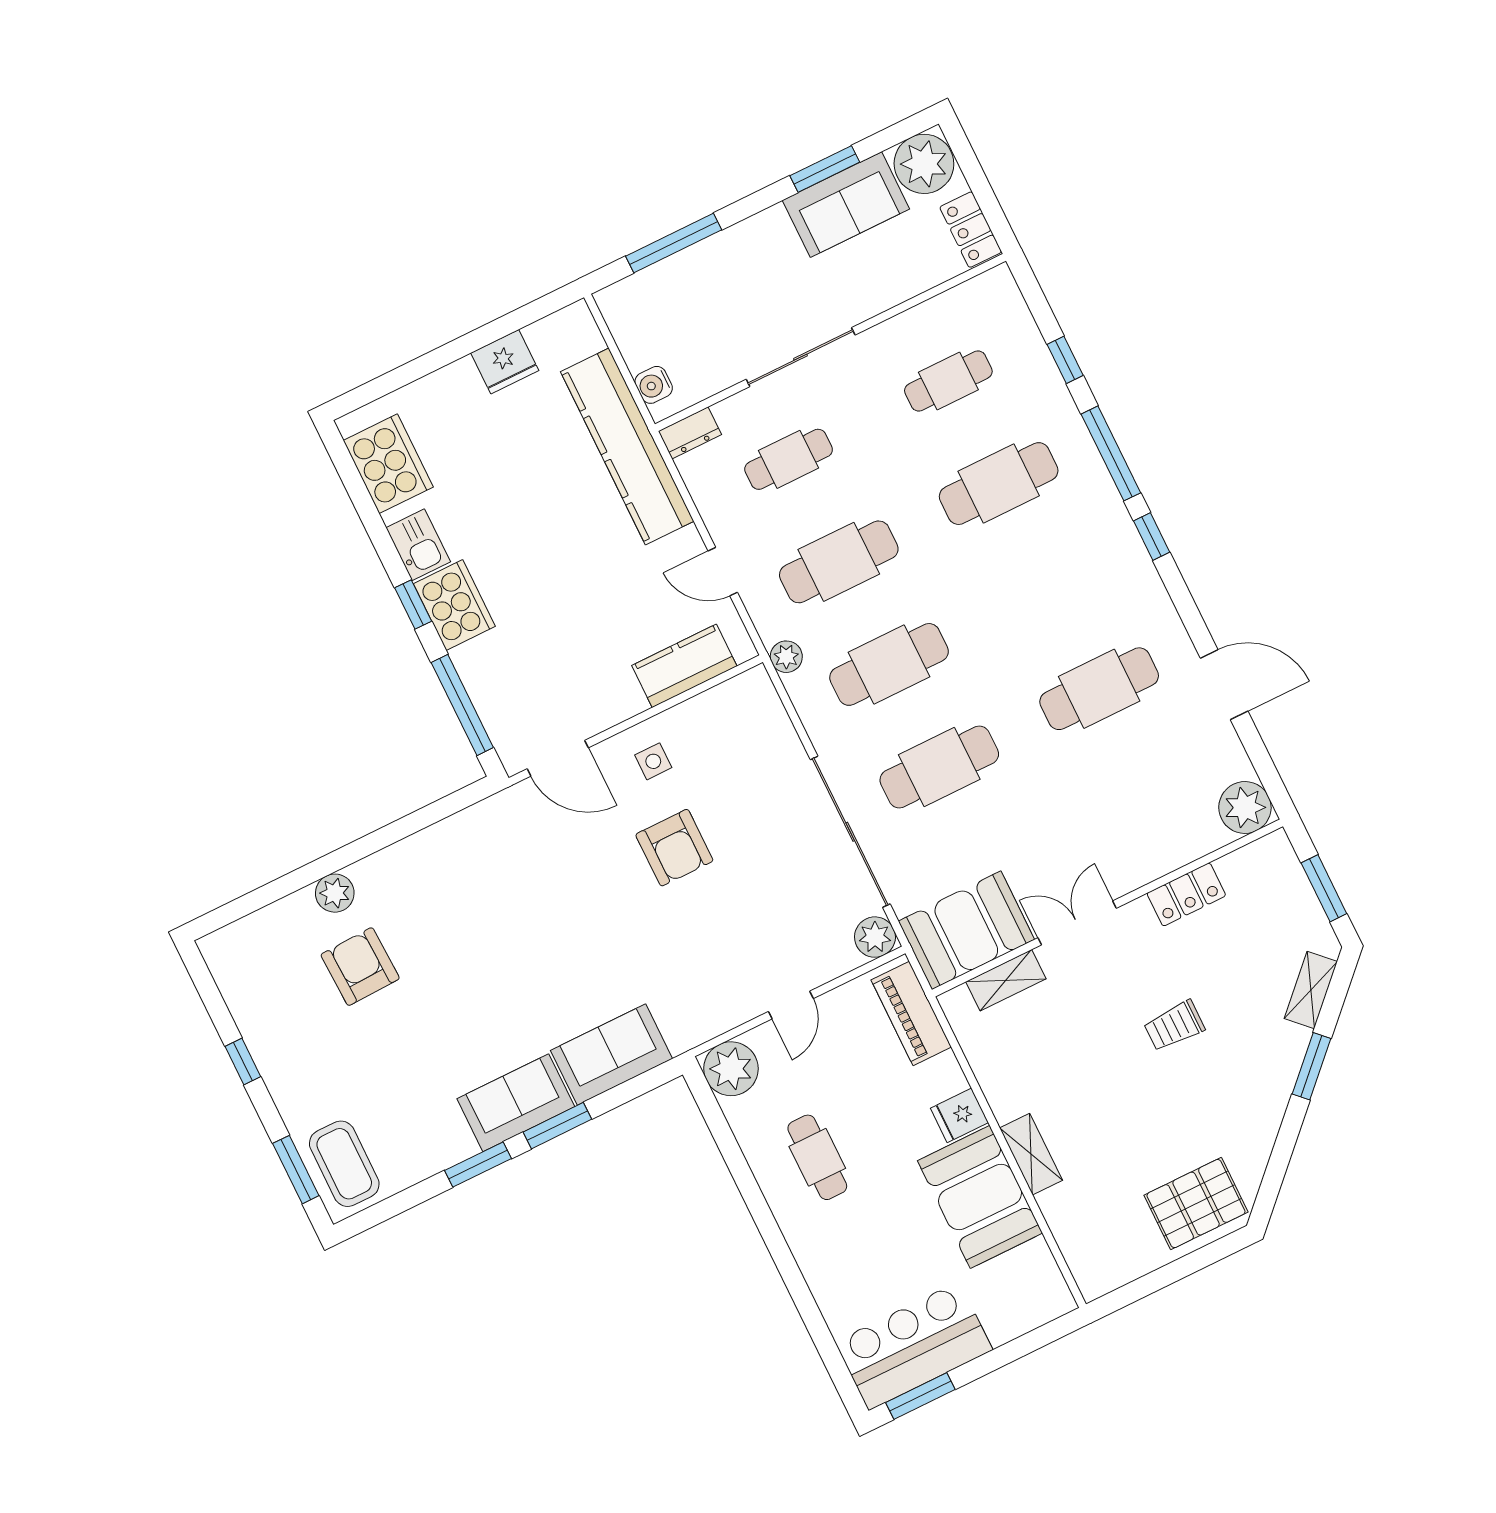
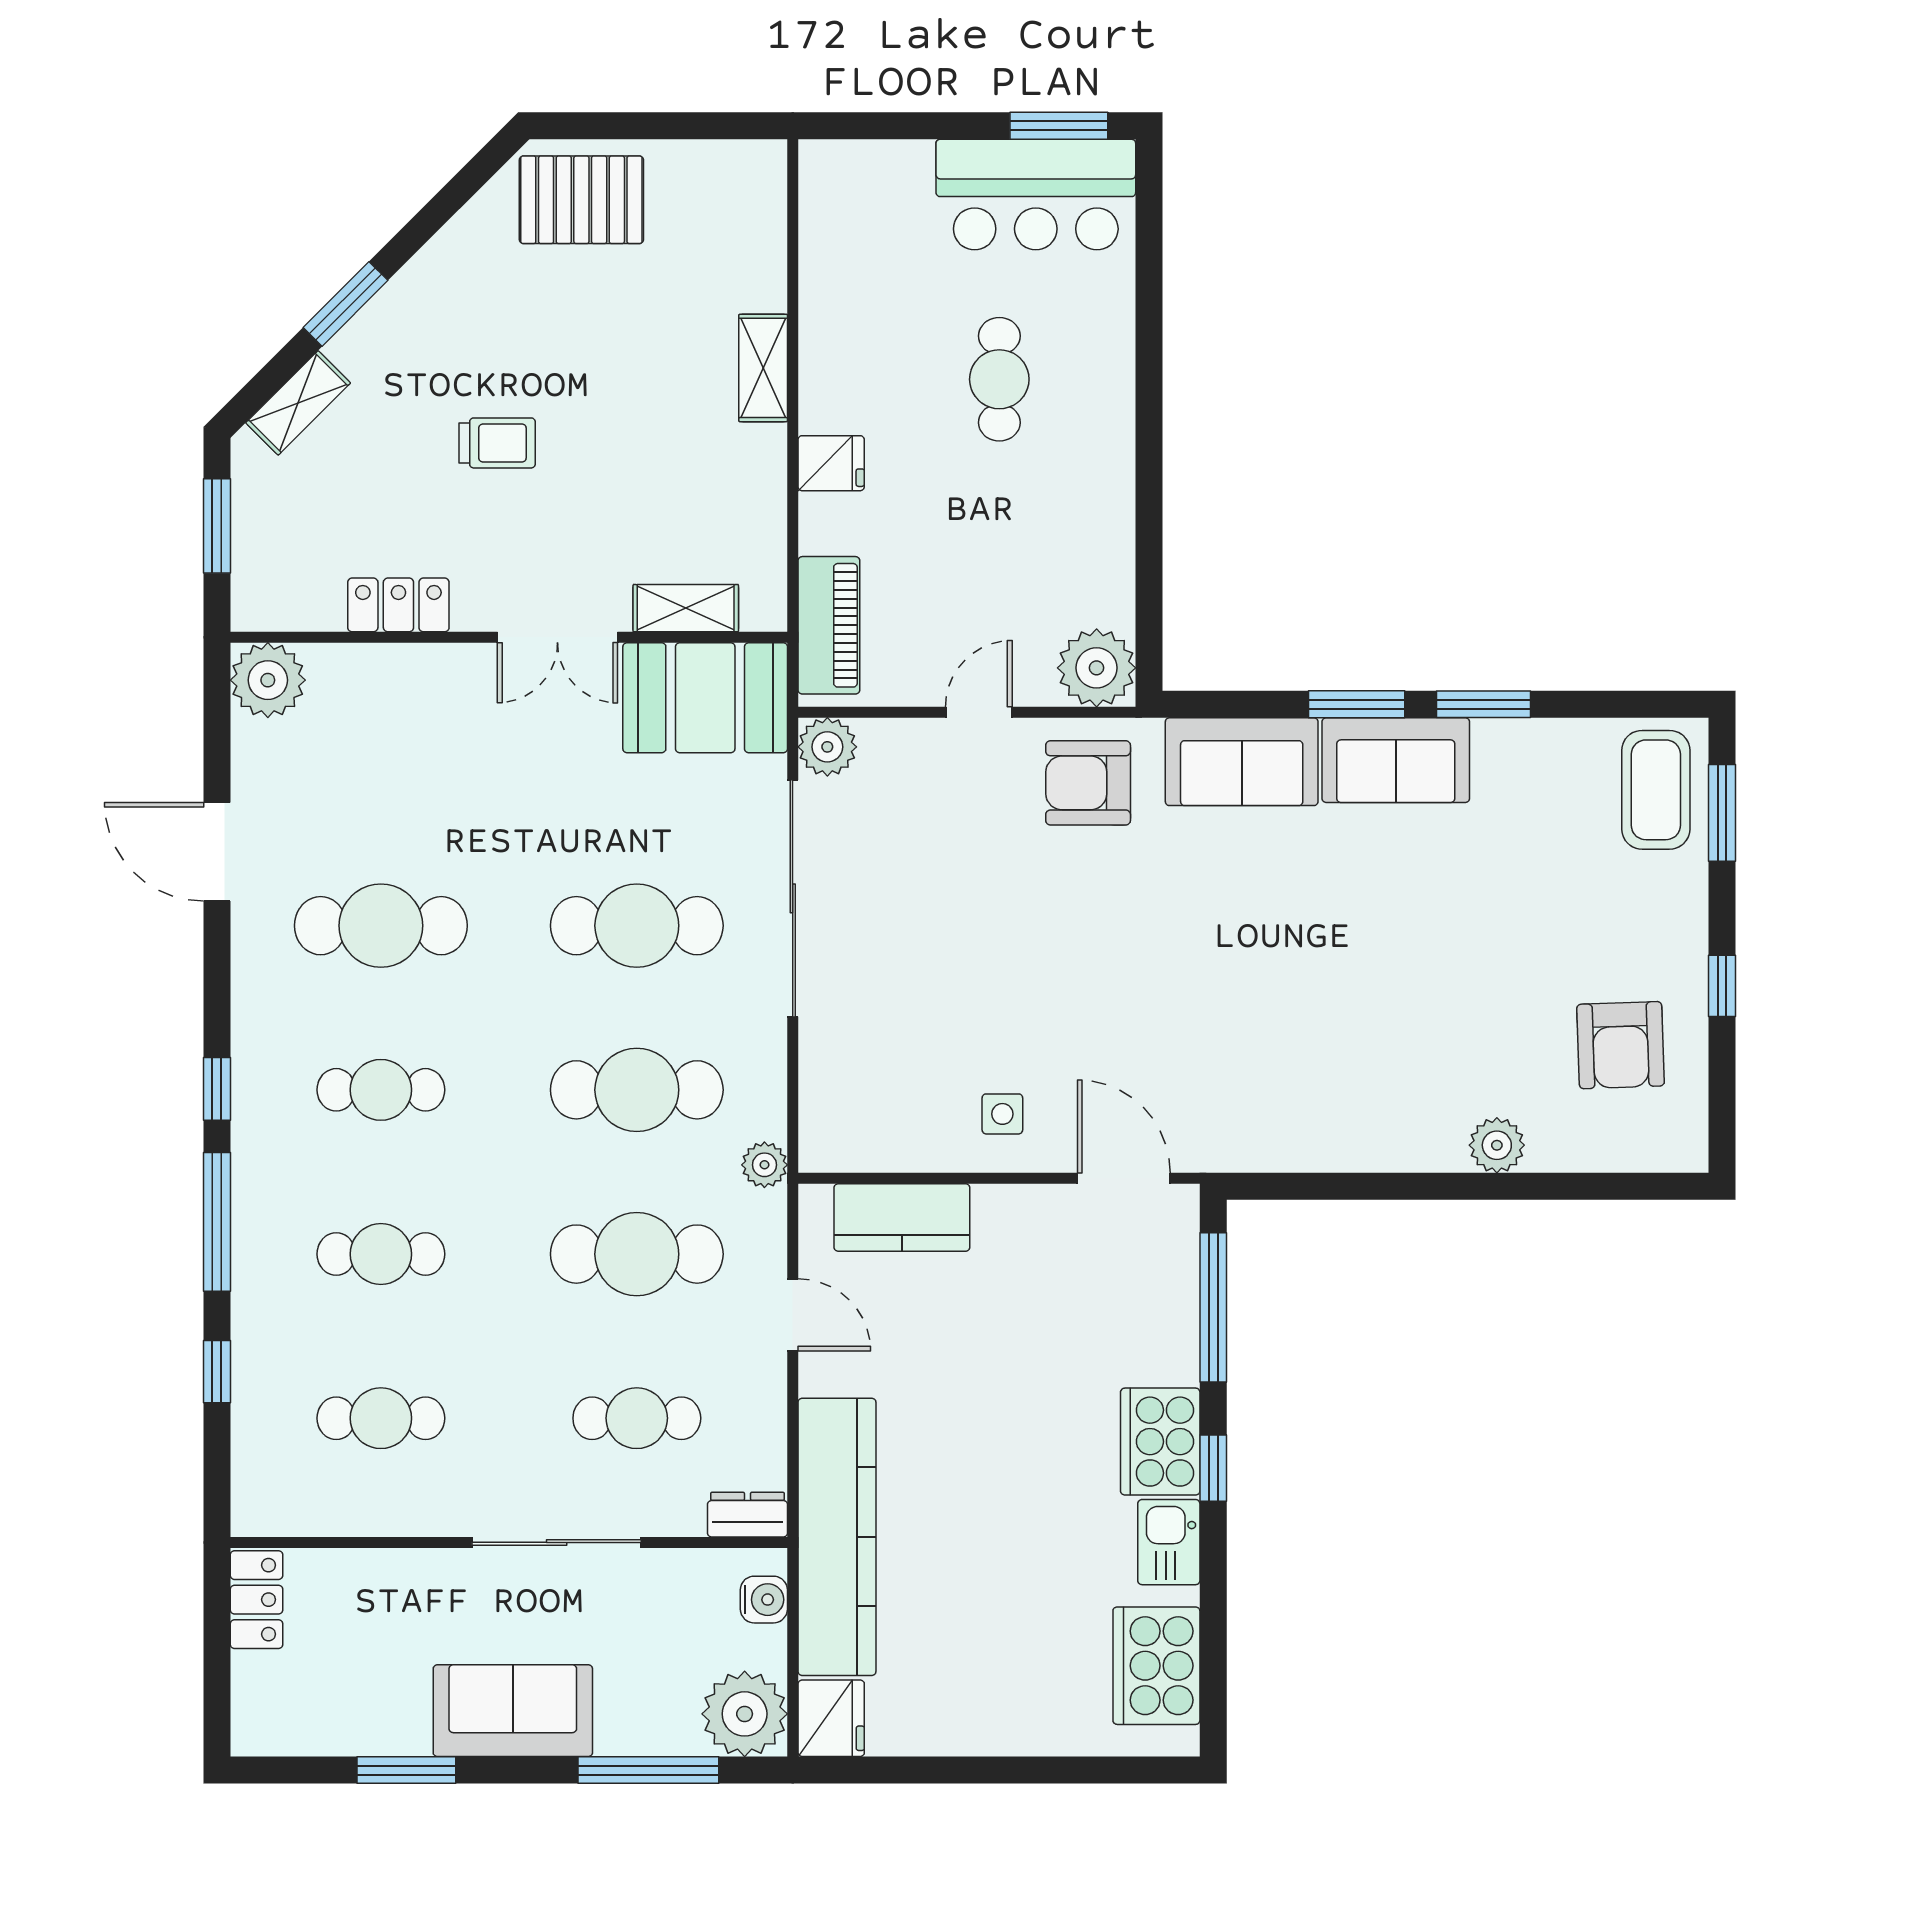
plant: (924, 164) -> (745, 1714), moved
sofa: (846, 205) -> (513, 1711), moved
fridge: (505, 362) -> (831, 1718), moved, turned 90
cafe table: (999, 484) -> (381, 1254), width x0.73, depth x0.74
cafe table: (1049, 586) -> (381, 1090), added
armchair: (674, 848) -> (1088, 783), moved, turned -90
armchair: (360, 967) -> (1621, 1045), moved
cafe table: (817, 1157) -> (999, 379), moved
booth: (980, 1197) -> (856, 345), removed

